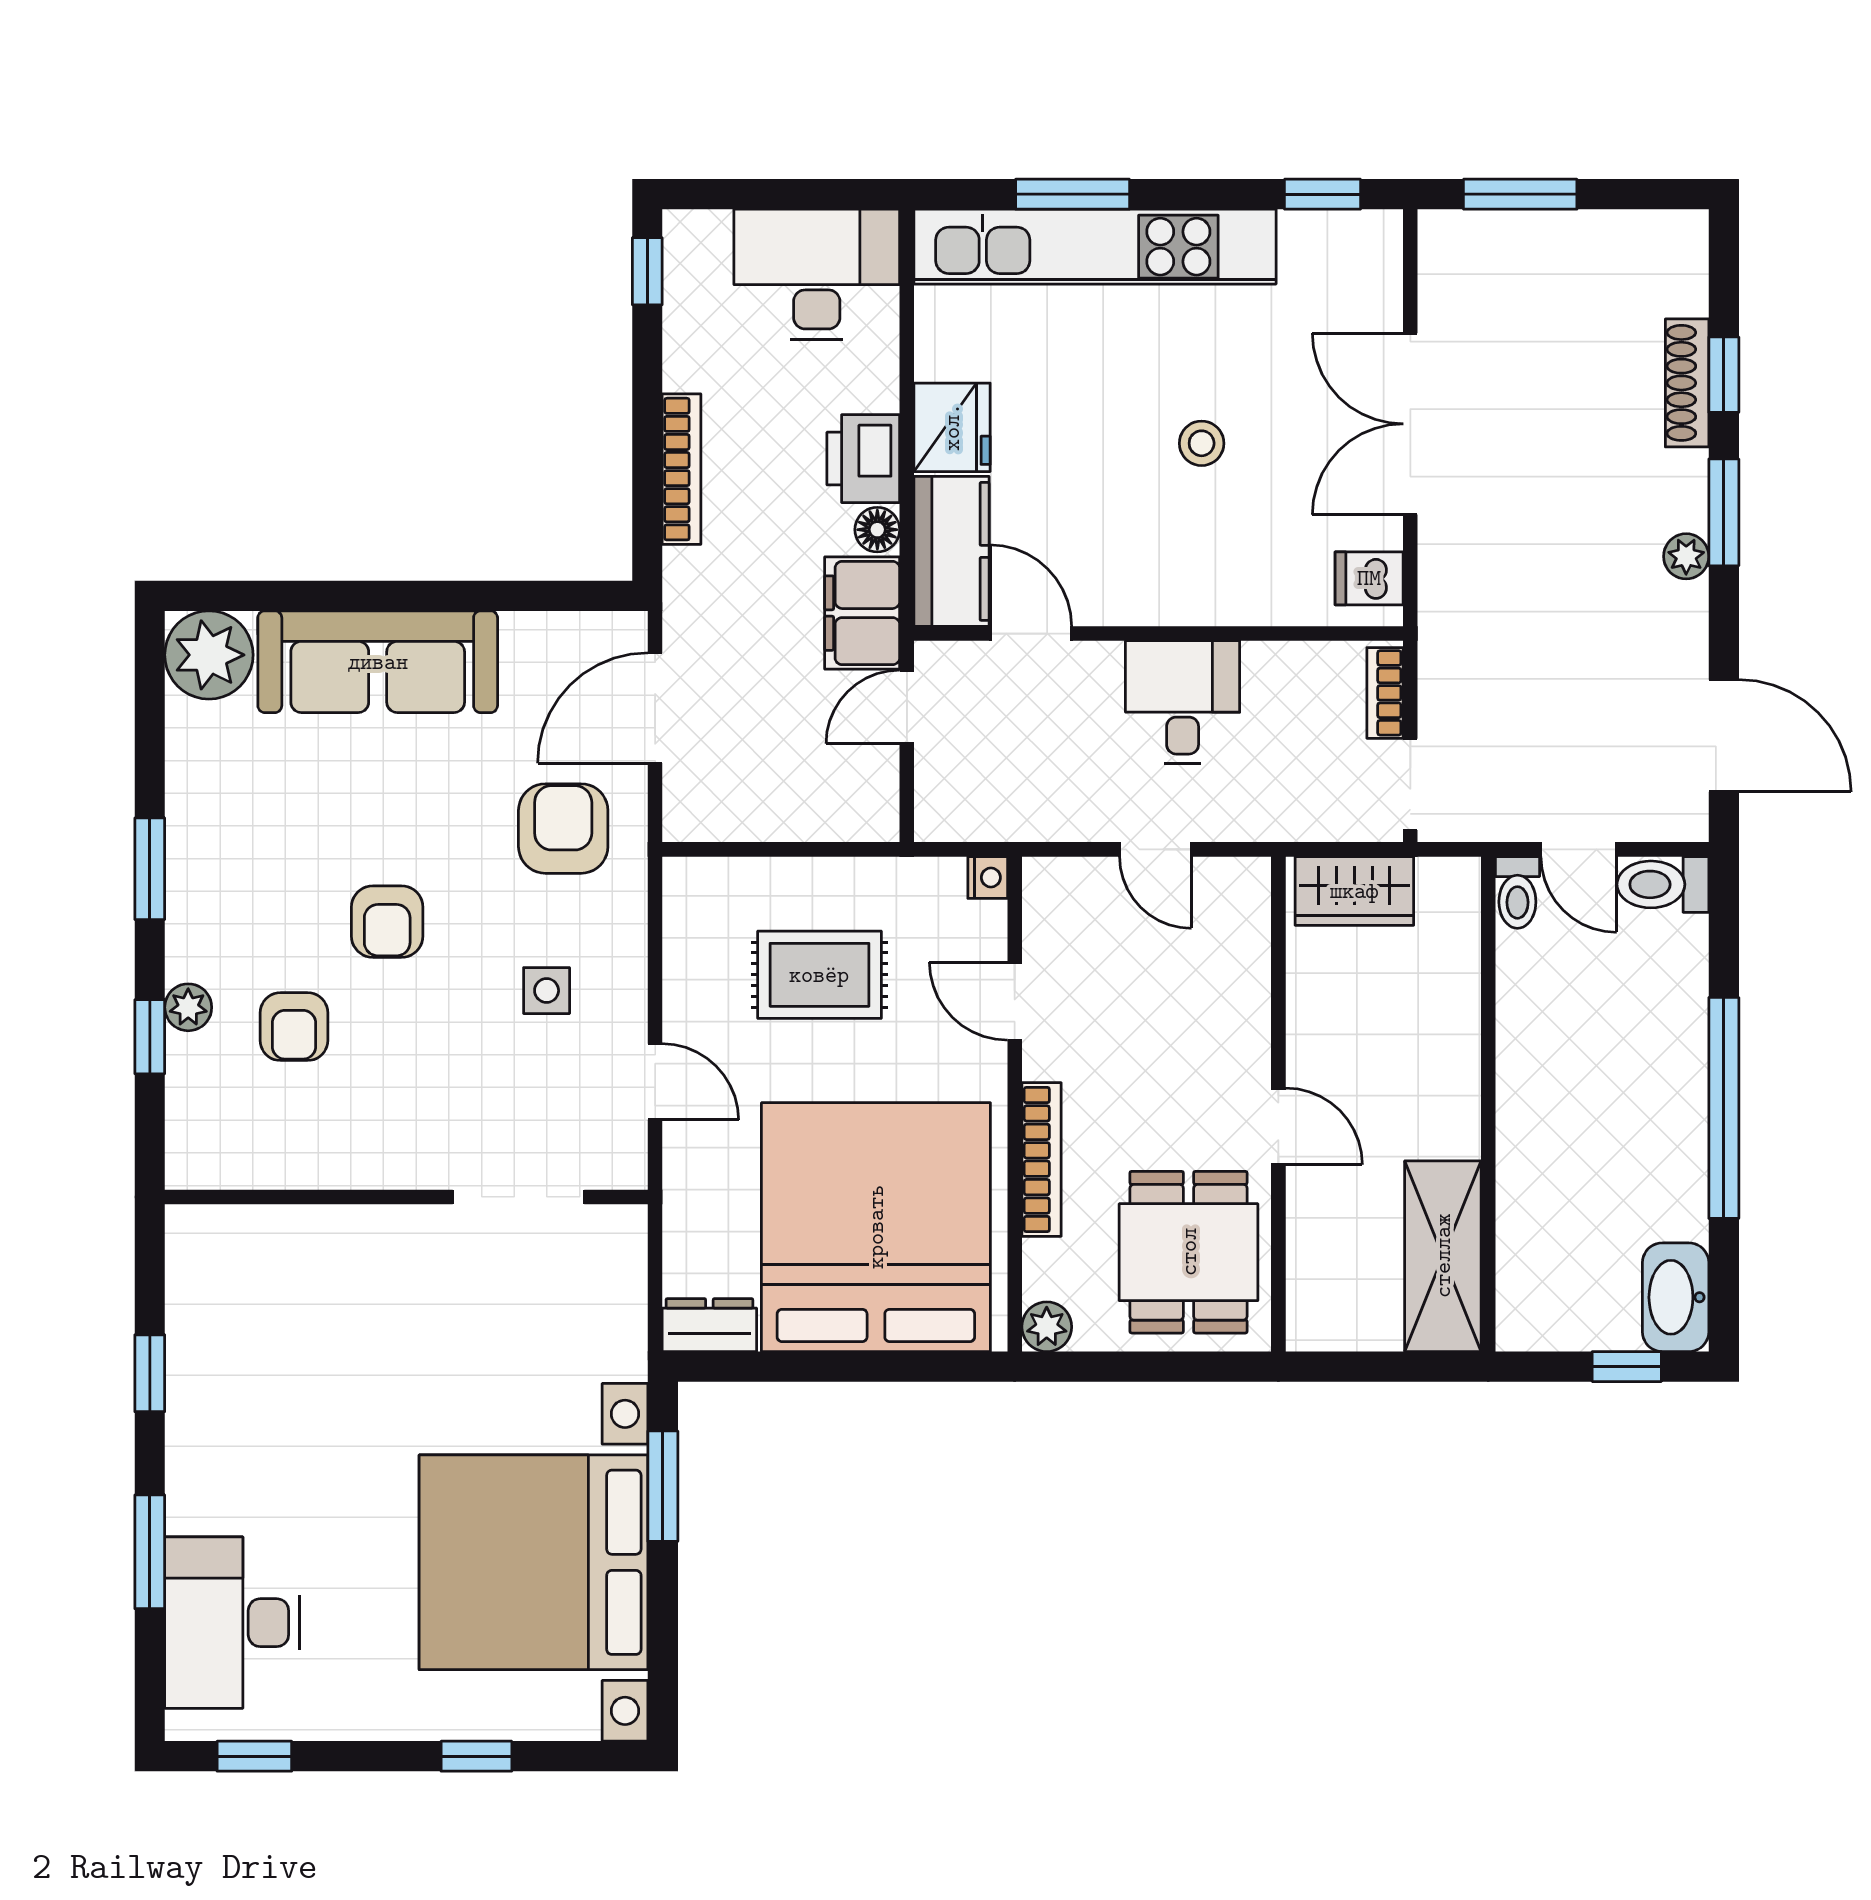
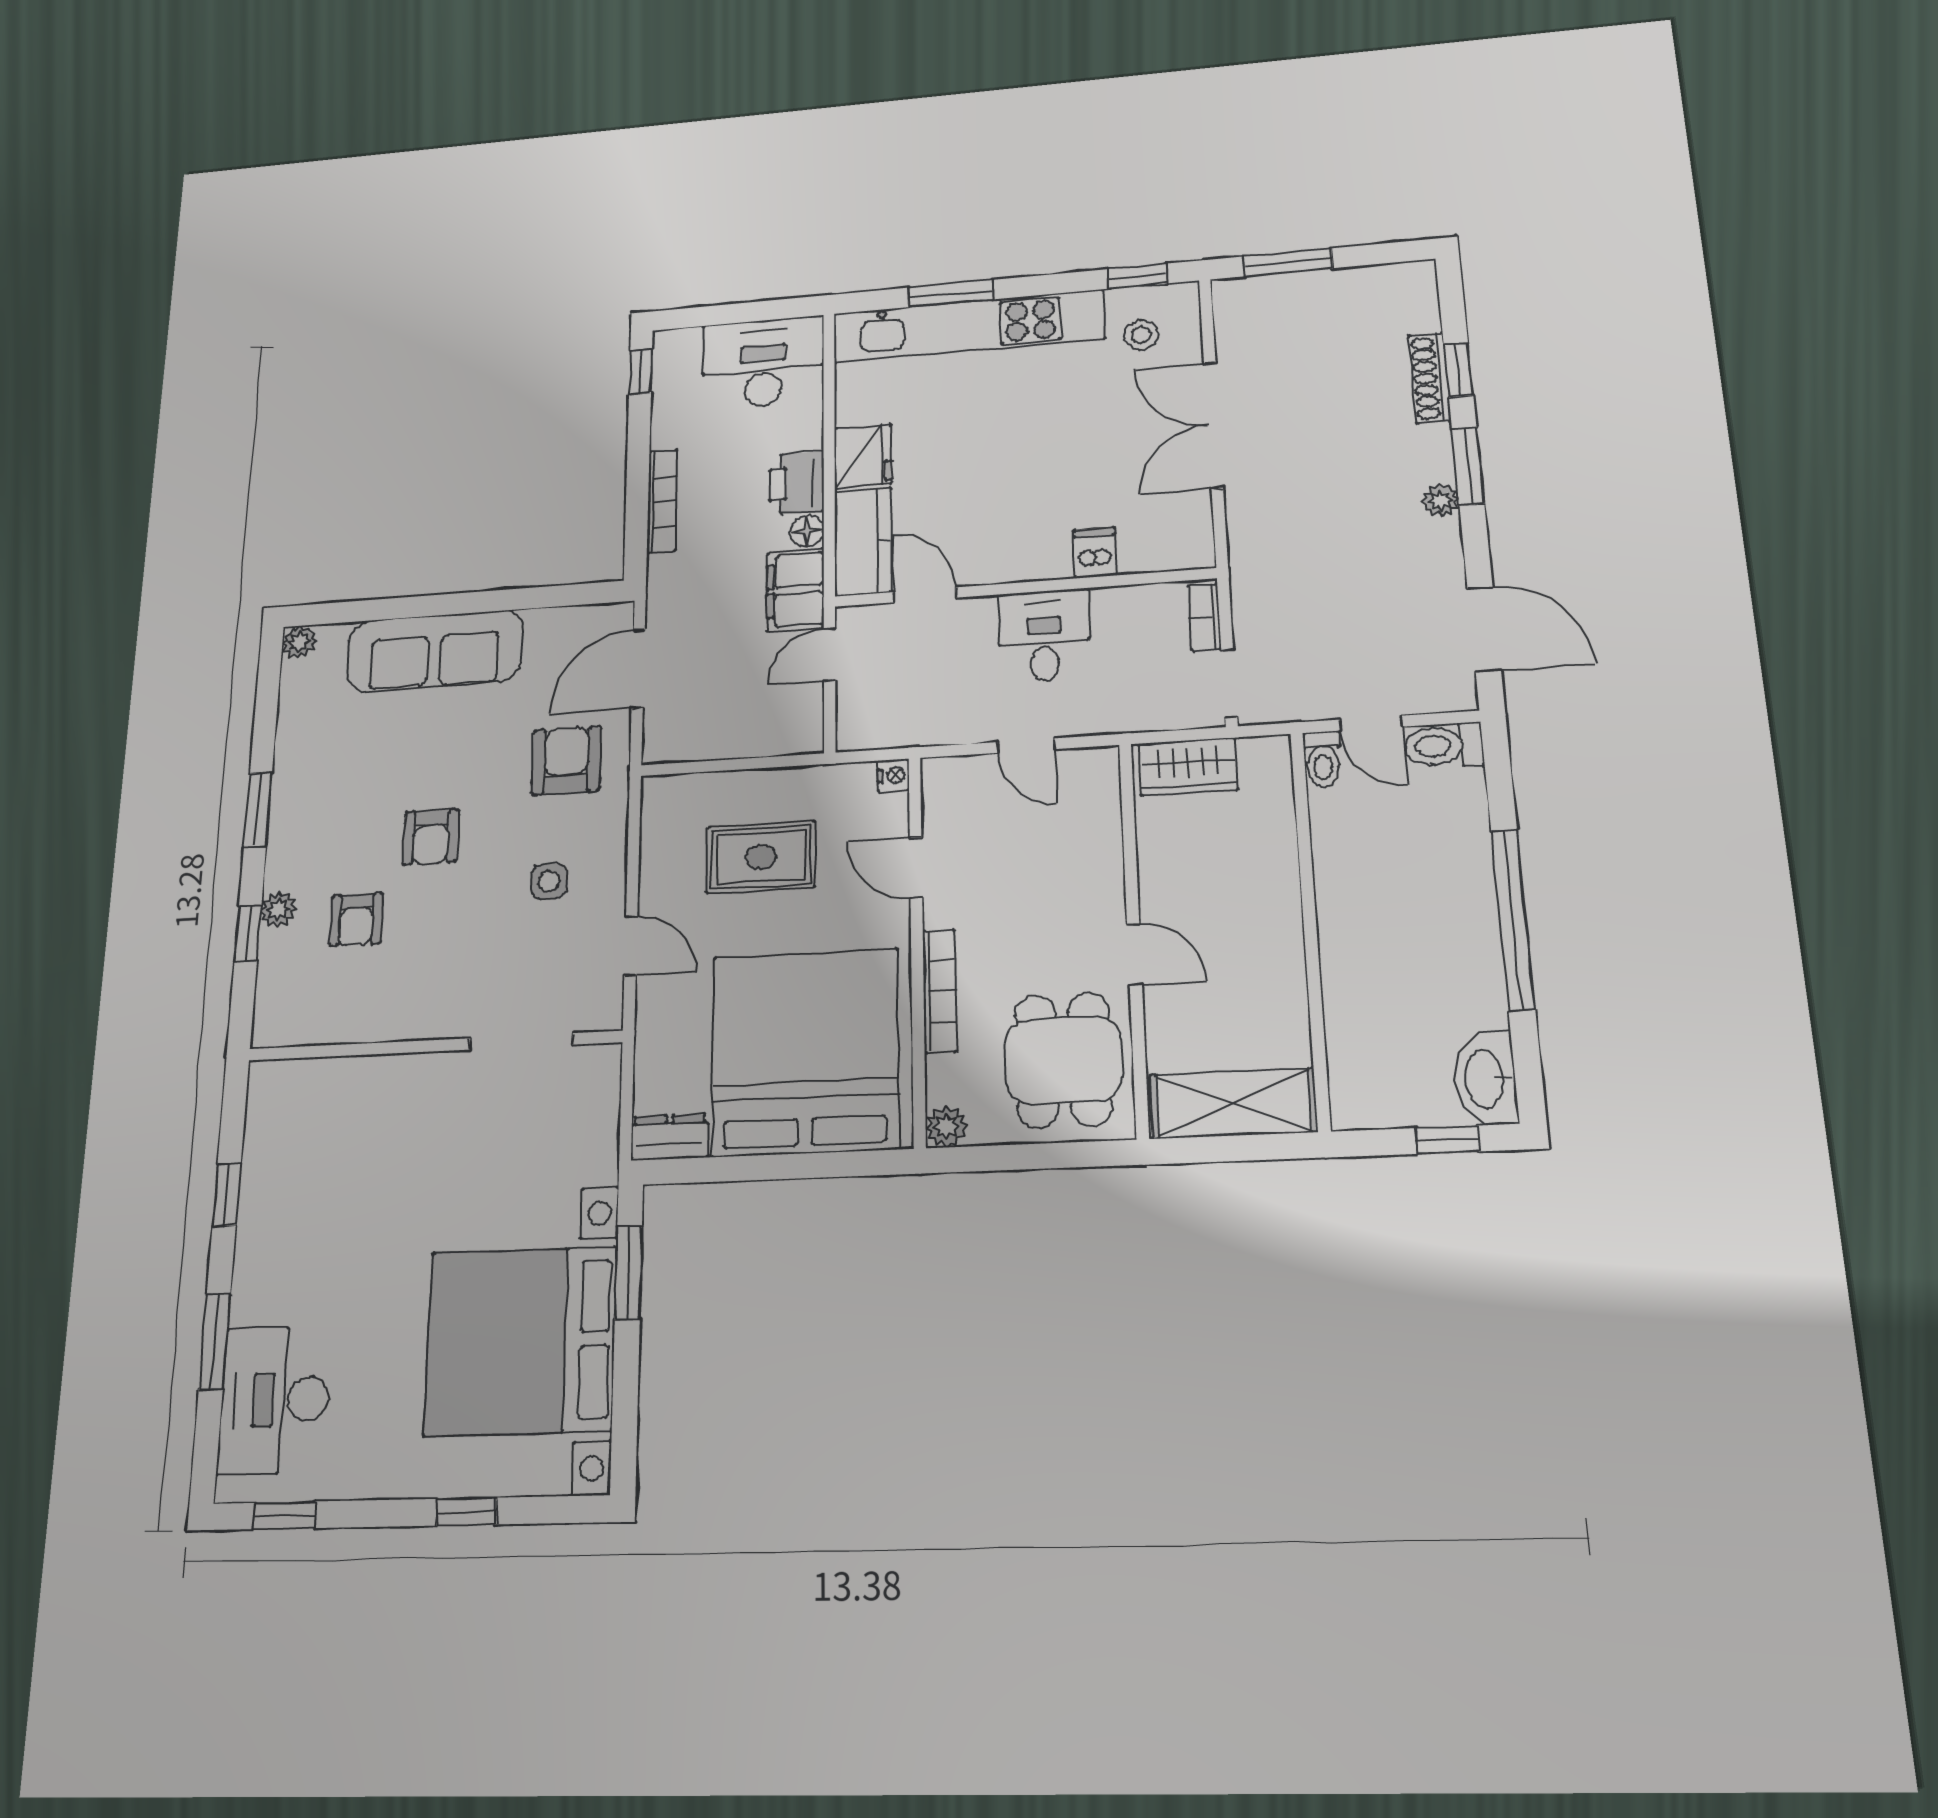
stool: (1202, 443) -> (1141, 335), moved
dishwasher: (1369, 578) -> (1095, 553), moved, turned 90
plant: (209, 655) -> (299, 642), width x0.53, depth x0.53
shelving: (1443, 1256) -> (1233, 1103), moved, turned 90

